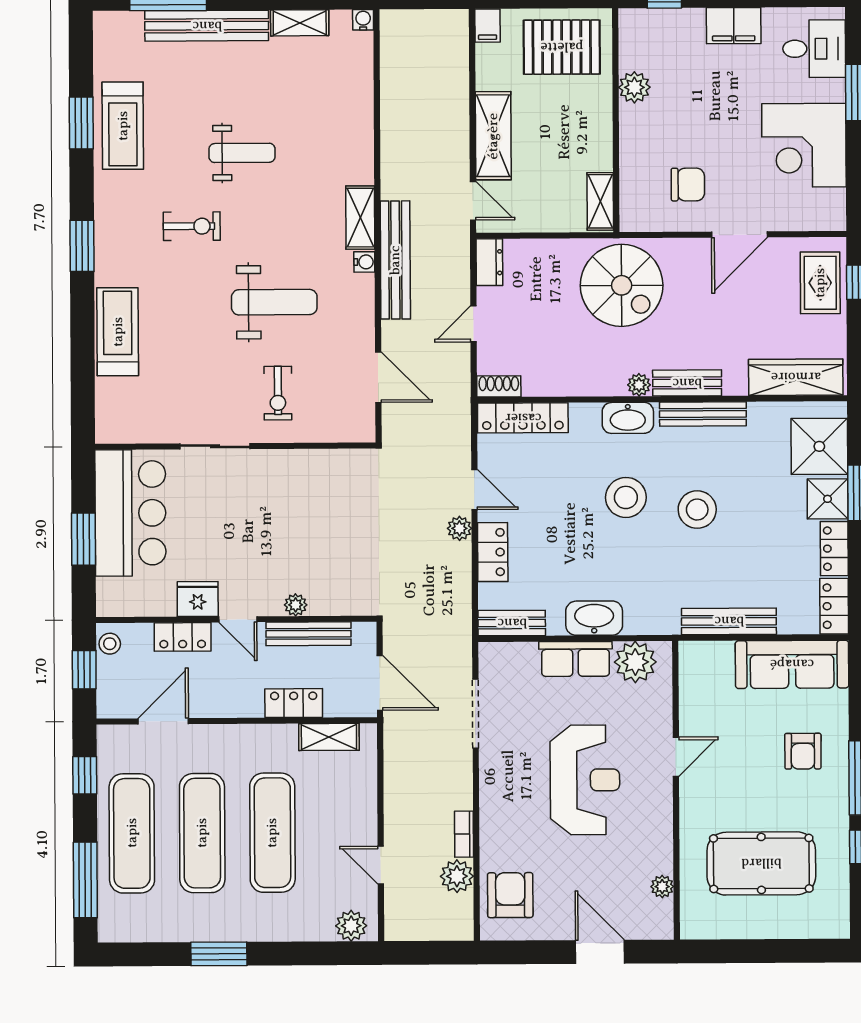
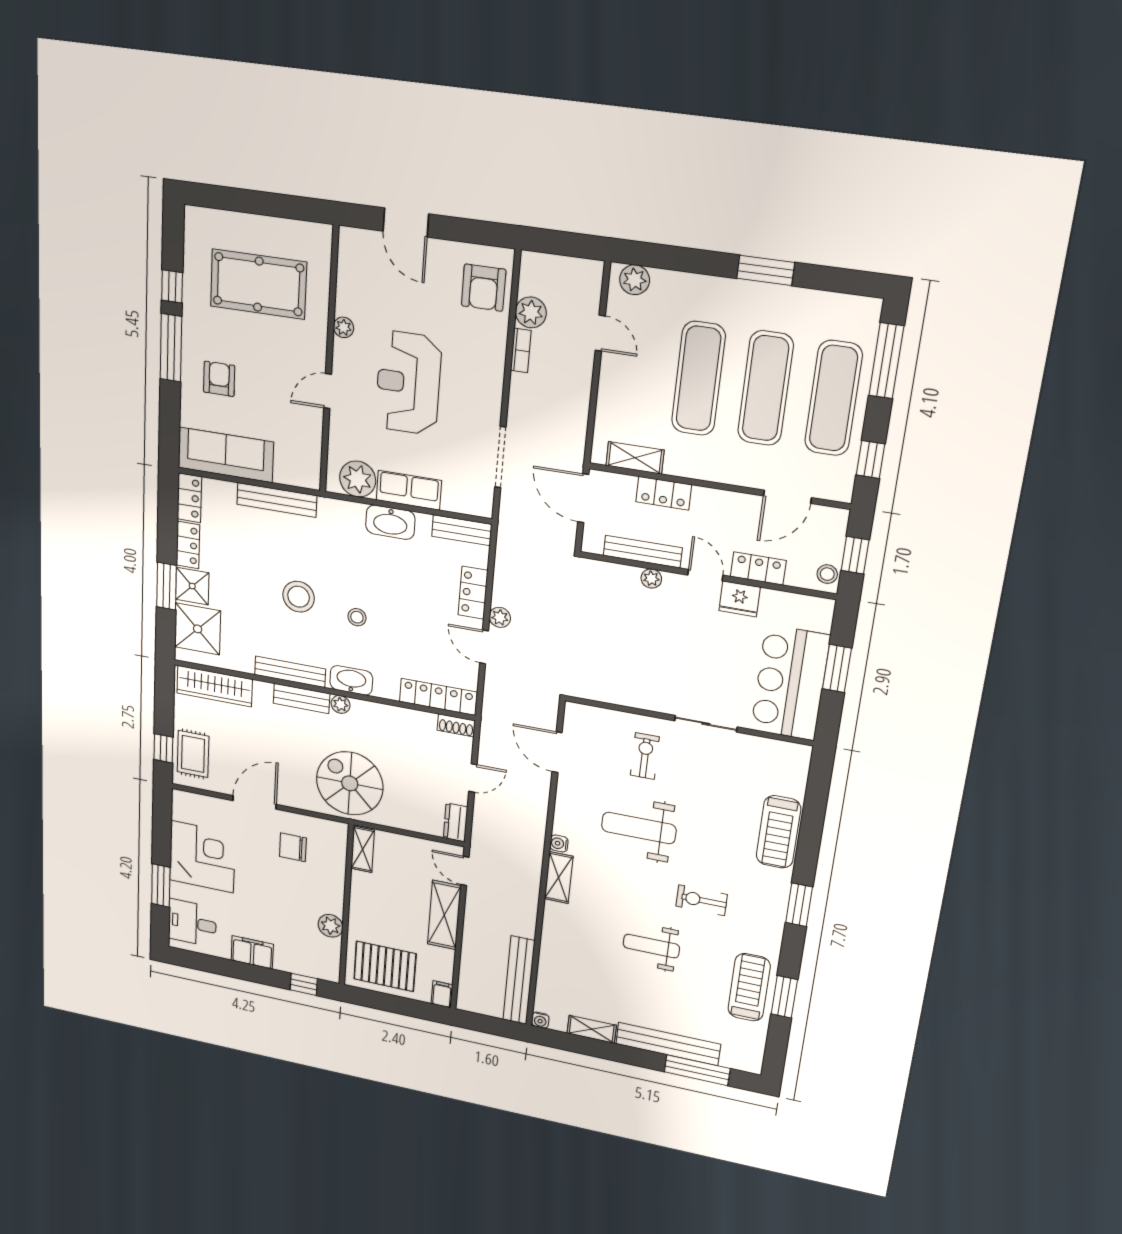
bench: (395, 260) -> (519, 980), moved
stool: (626, 497) -> (357, 617), width x0.53, depth x0.53
plant: (662, 887) -> (344, 327), moved

